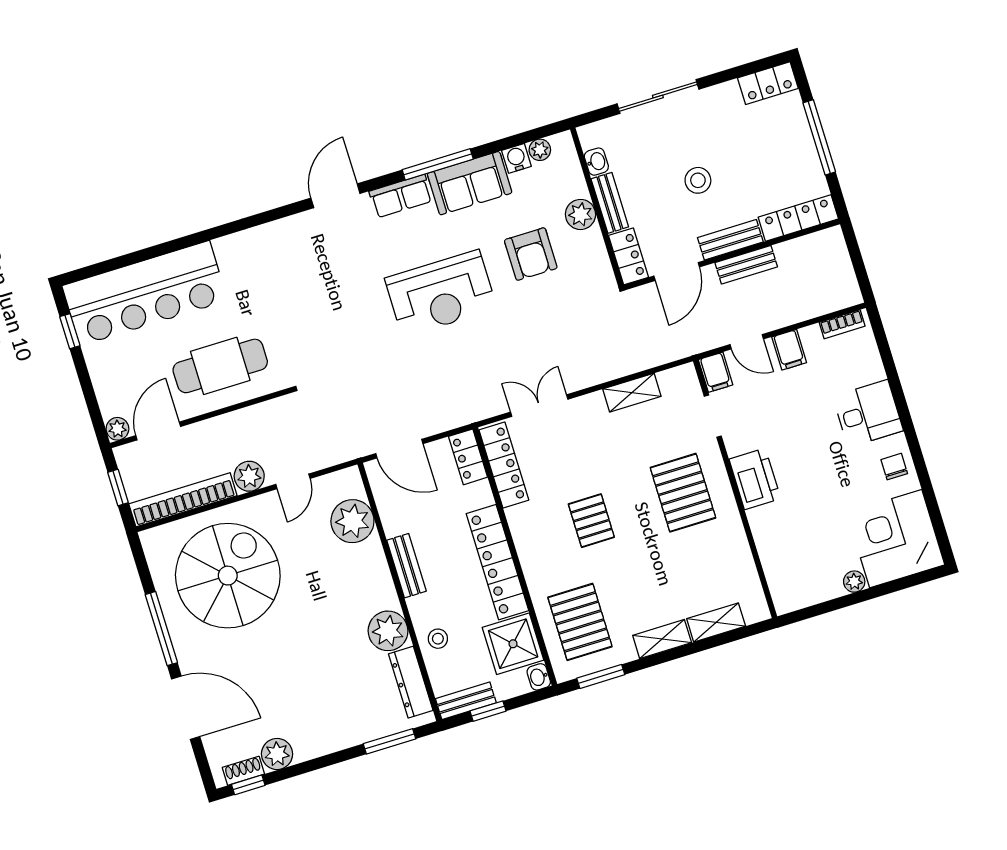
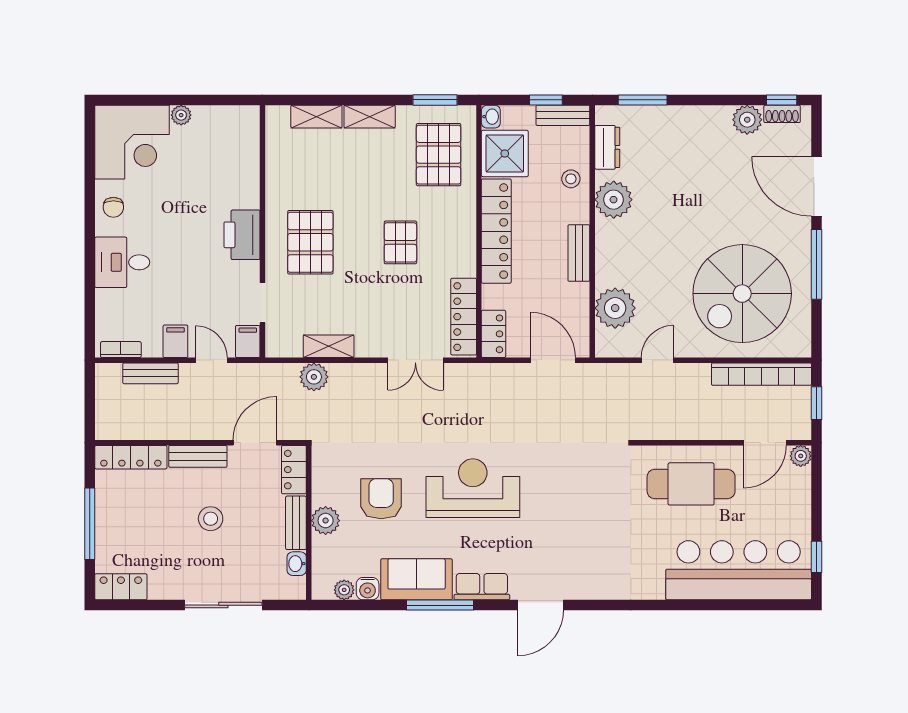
bench: (746, 265) -> (150, 373), moved
plant: (249, 476) -> (314, 377), moved
dresser: (411, 682) -> (607, 147), width x0.70

